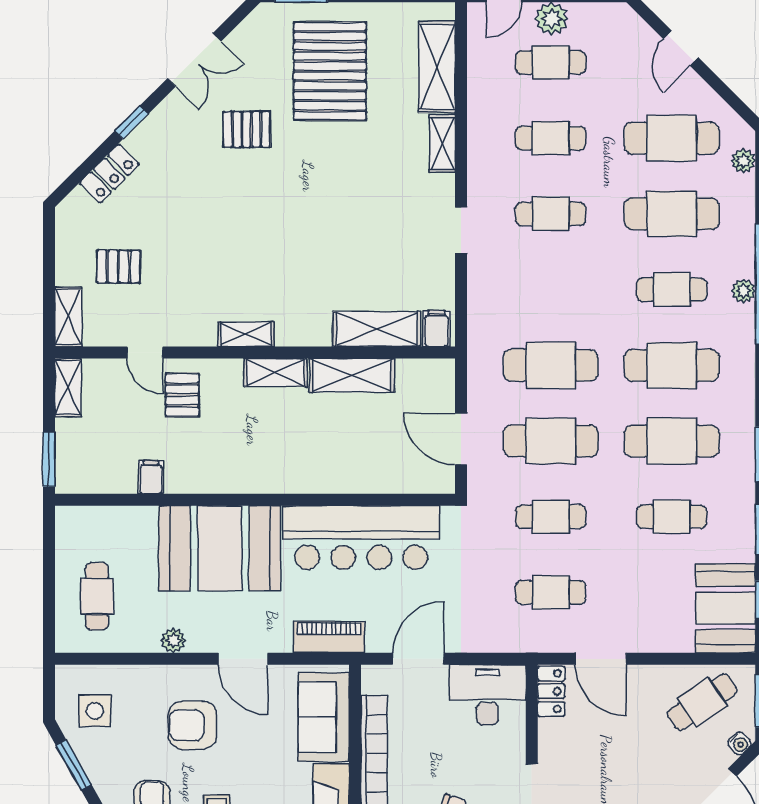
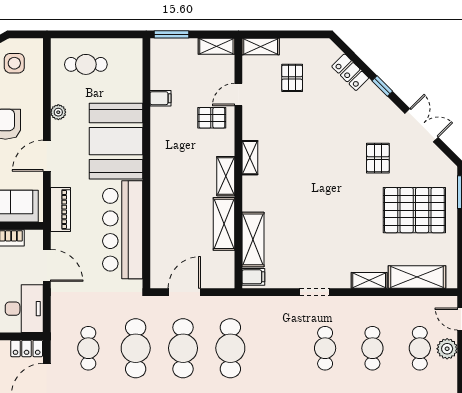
double door: (194, 60) -> (421, 125), swing flipped
cafe table: (551, 517) -> (136, 348), width x1.37, depth x1.35

